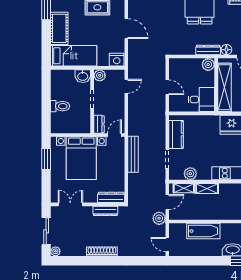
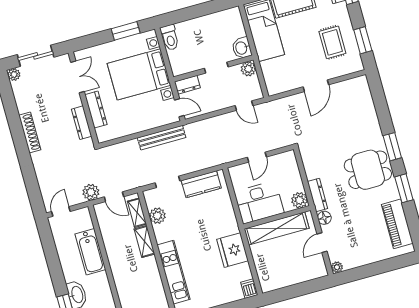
nightstand: (117, 60) -> (274, 85), removed
desk: (201, 100) -> (259, 202), width x1.37
toilet: (60, 106) -> (170, 37), moved
dresser: (111, 197) -> (96, 110), moved

